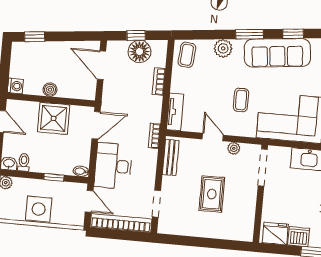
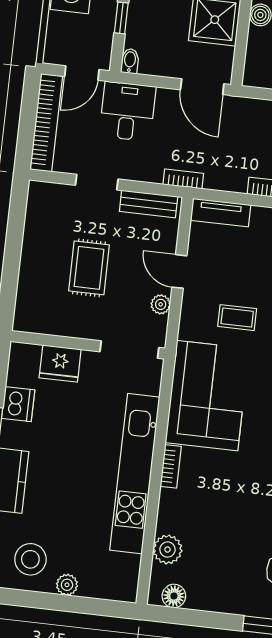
door: (213, 137) -> (179, 271), swing flipped
desk: (113, 166) -> (128, 111), width x0.73
rug: (212, 194) -> (89, 268), turned 90
doorway: (156, 204) -> (97, 182), moved
fridge: (275, 234) -> (60, 364), moved, turned 90

